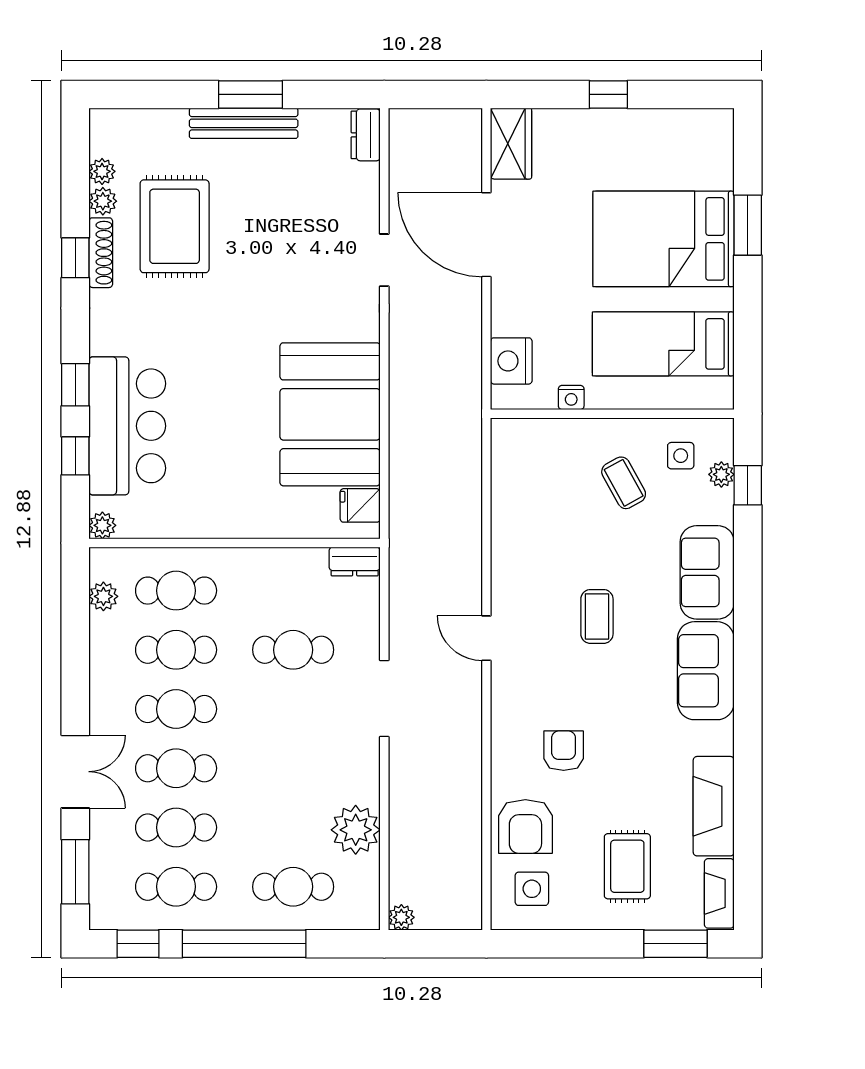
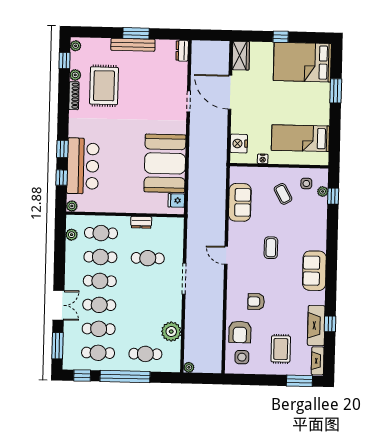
plant: (102, 171) -> (76, 46), moved
bed: (663, 239) -> (302, 62), moved
window: (75, 258) -> (64, 61), moved
dresser: (355, 561) -> (141, 222), moved
sofa: (707, 572) -> (240, 202), moved, turned 180
armchair: (564, 751) -> (256, 302), turned -90
window: (748, 801) -> (330, 324), added

